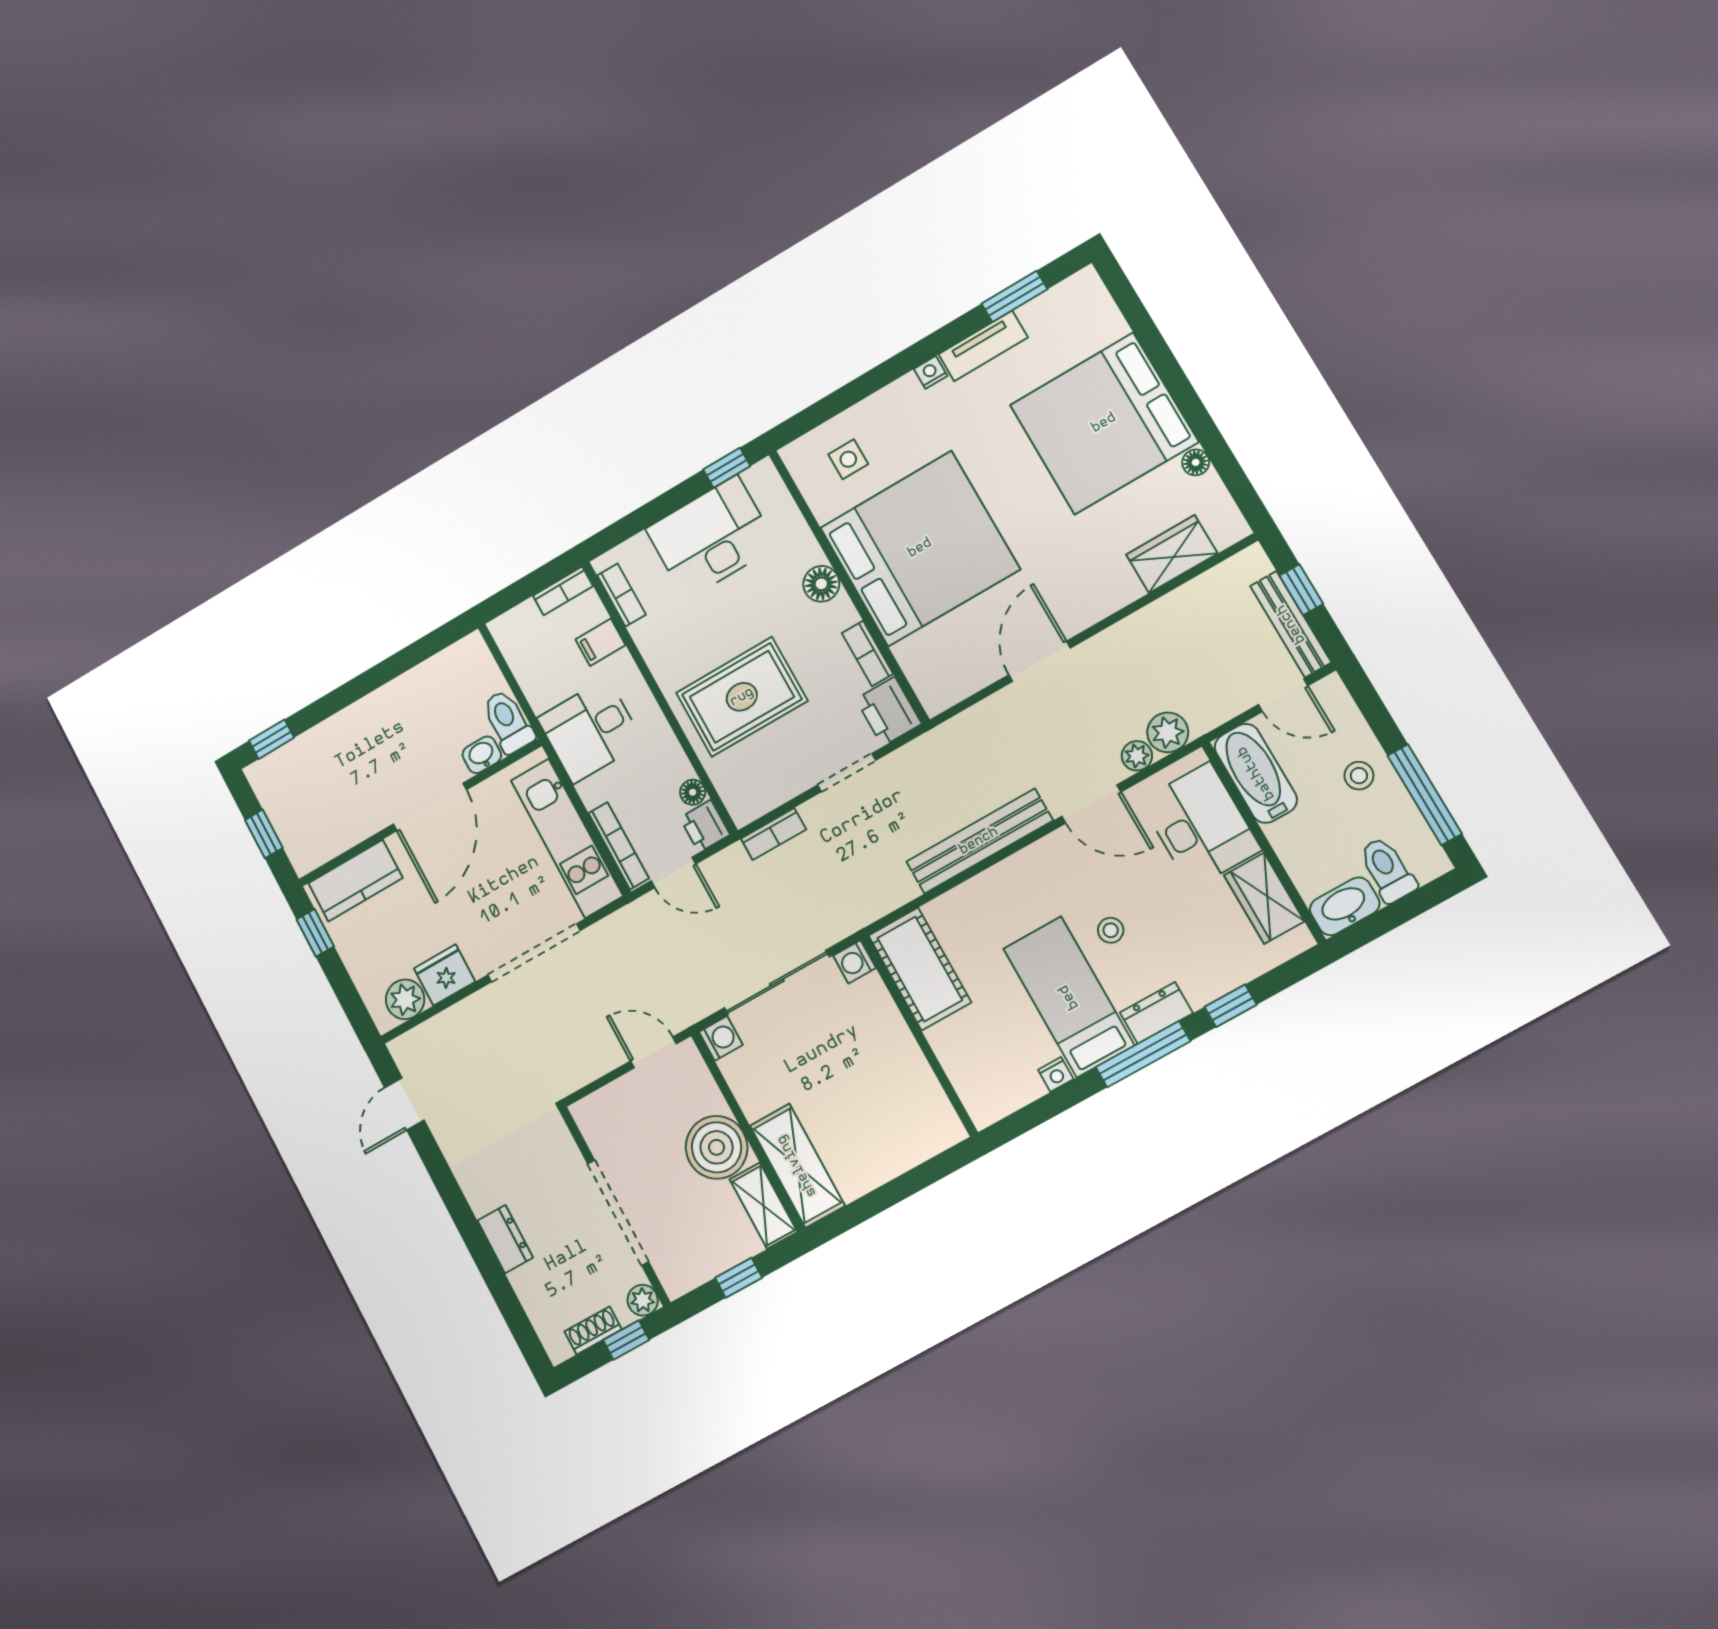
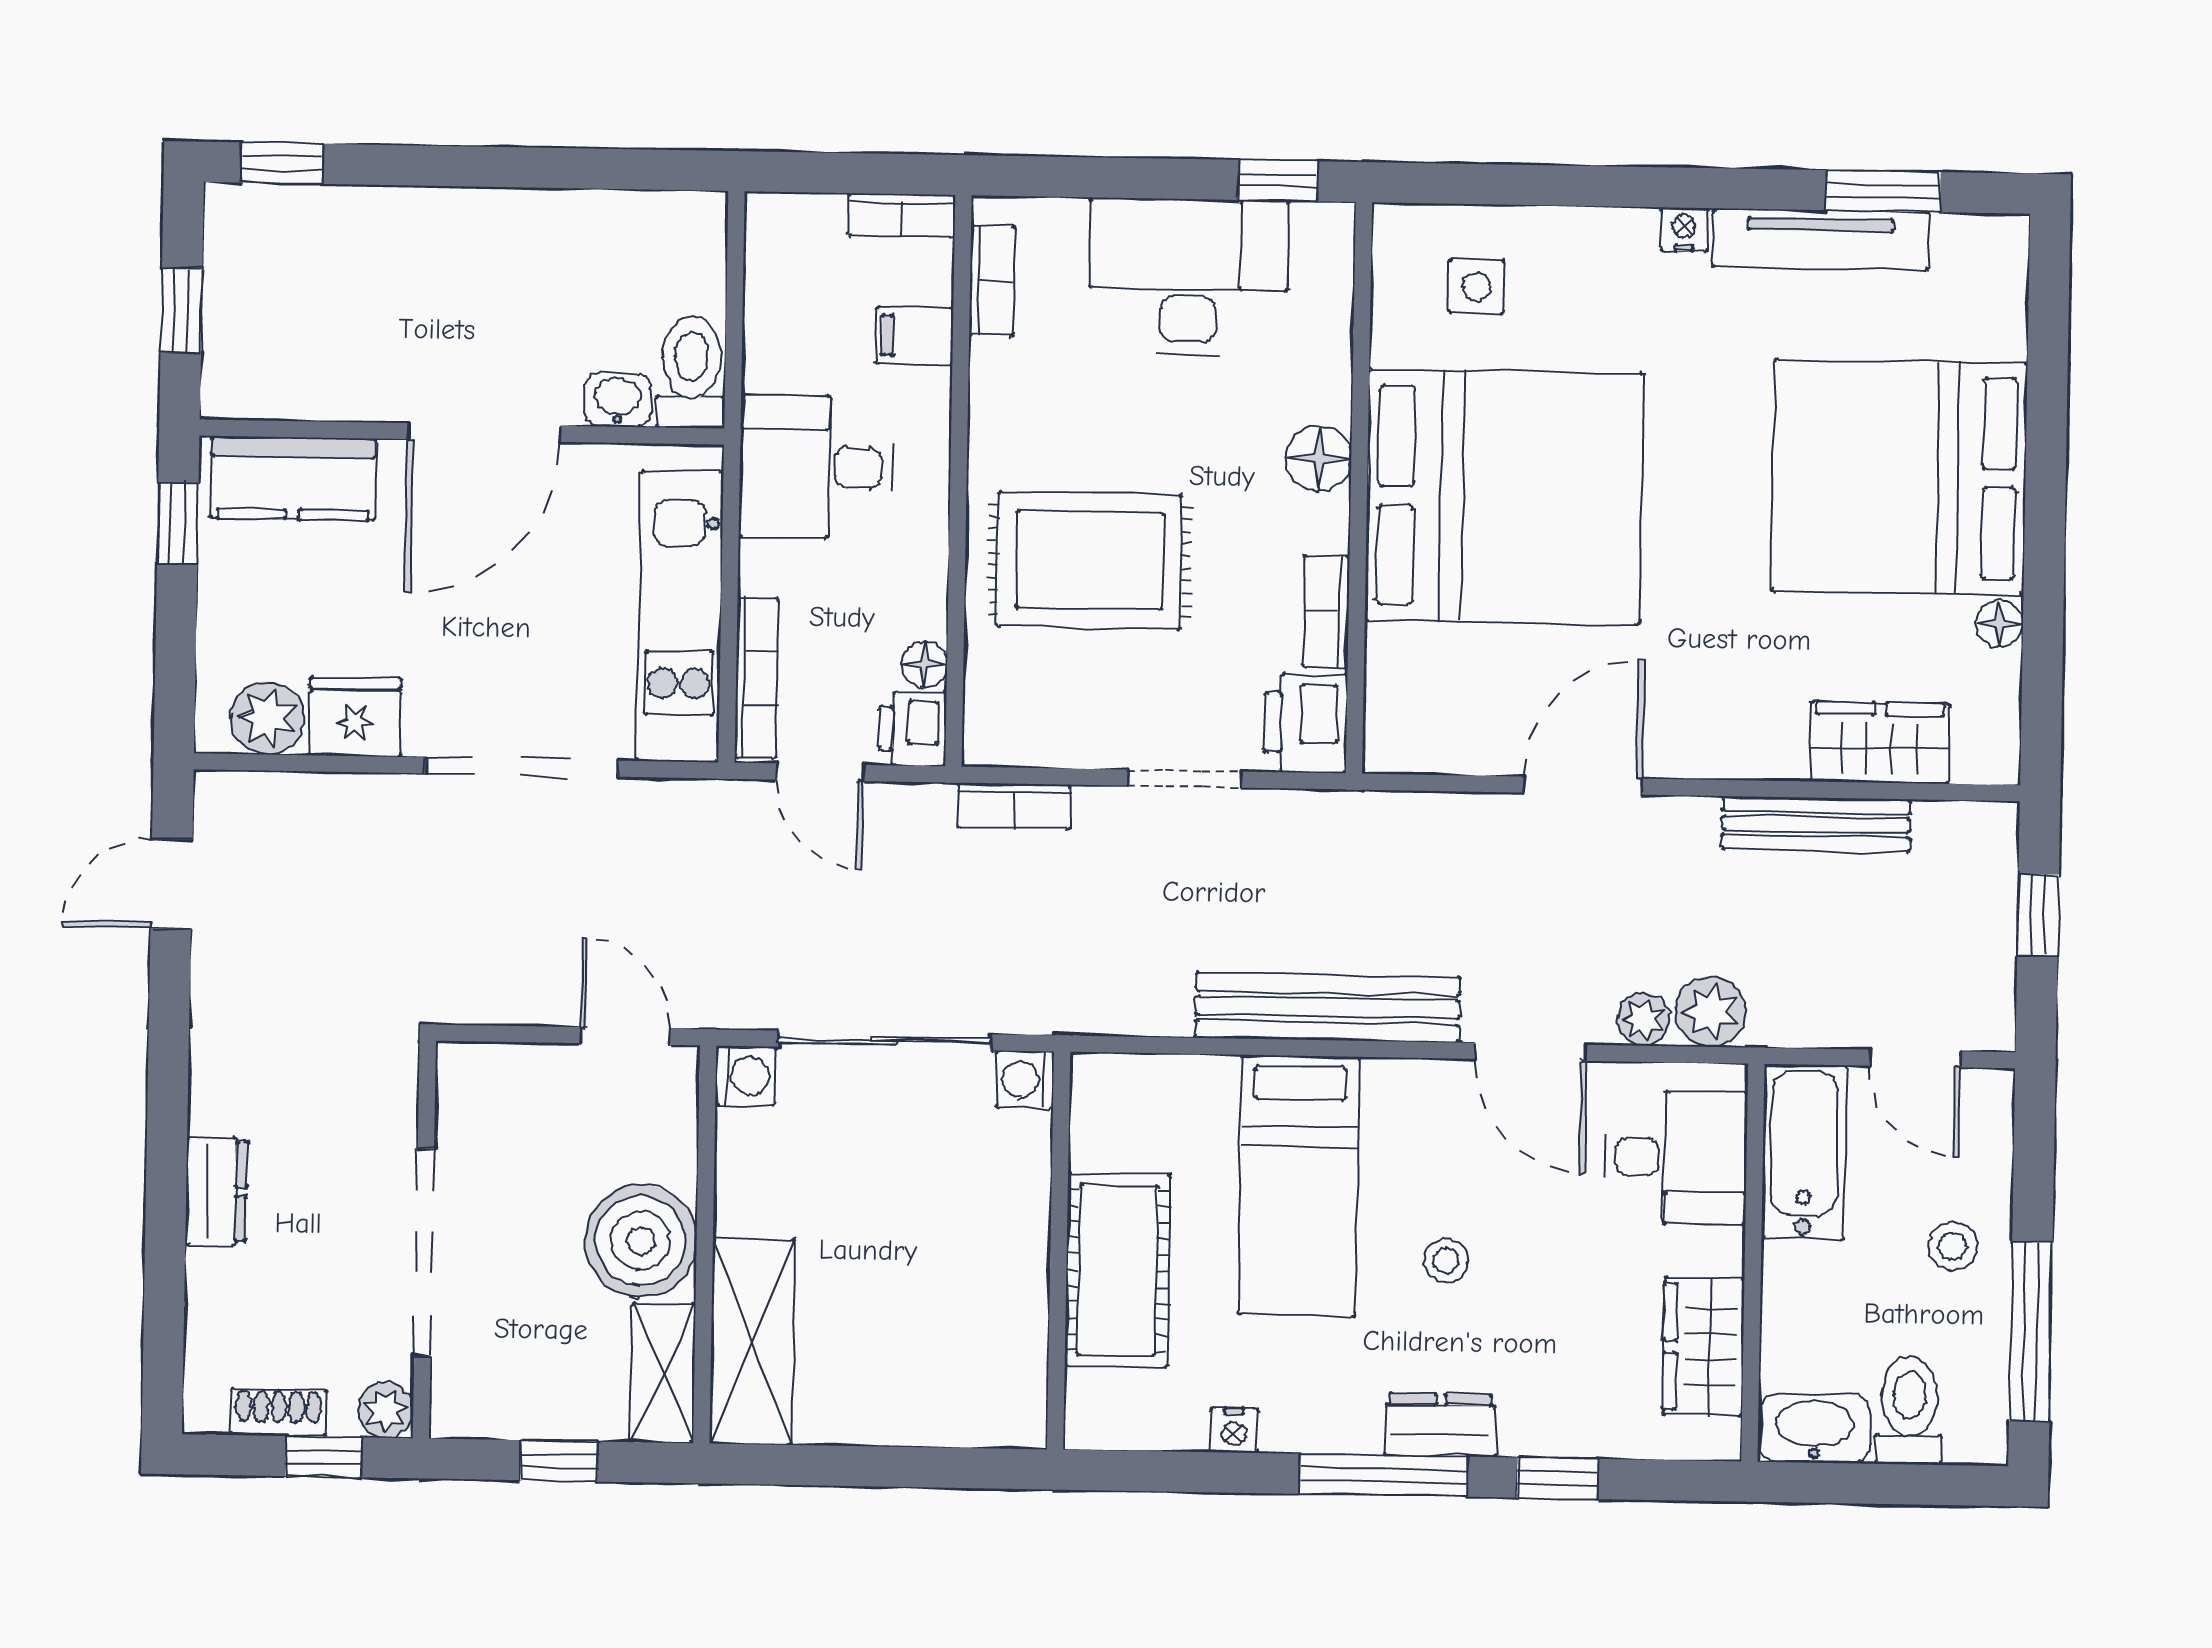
tv unit: (983, 346) -> (1821, 239), width x1.41
bench: (1291, 624) -> (1816, 824), moved, turned 90
desk: (1201, 825) -> (1676, 1157), width x0.73
cot: (920, 969) -> (1118, 1270), moved
bed: (1069, 997) -> (1299, 1185), moved, turned 180

